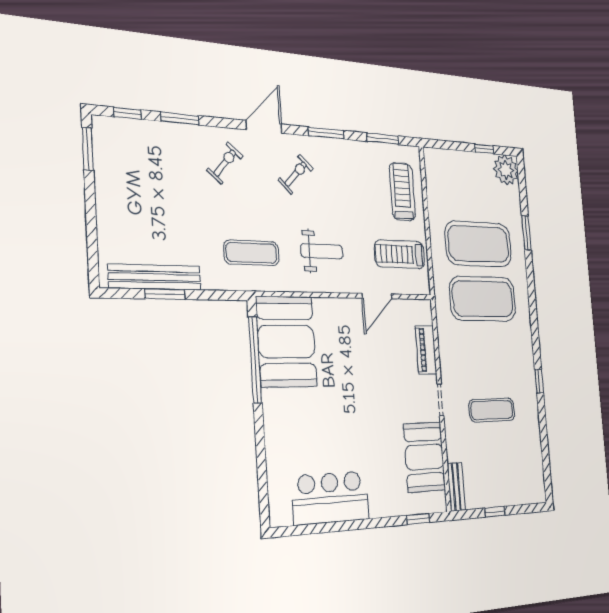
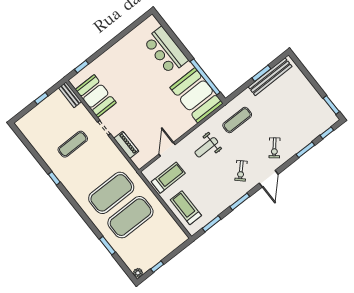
plant: (506, 170) -> (138, 273), width x0.53, depth x0.53
treadmill: (402, 192) -> (186, 208), turned 180
bar counter: (330, 498) -> (166, 50), moved, turned 90

